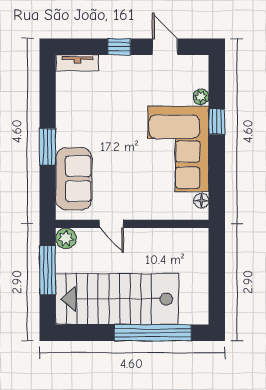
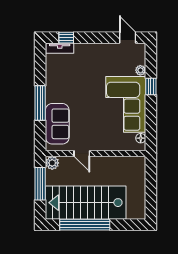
window: (119, 47) -> (66, 38), moved
door: (165, 47) -> (128, 38), moved
window: (48, 147) -> (40, 103), width x1.44
window: (153, 333) -> (85, 225), moved

